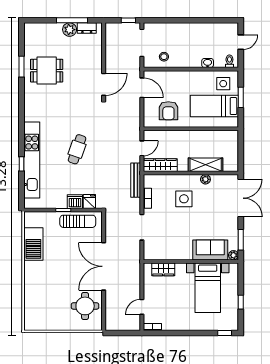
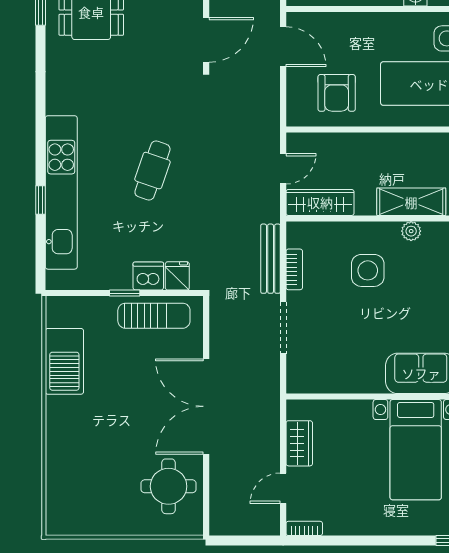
bench: (136, 180) -> (271, 259), moved
wardrobe: (163, 269) -> (299, 443), moved, turned -90

